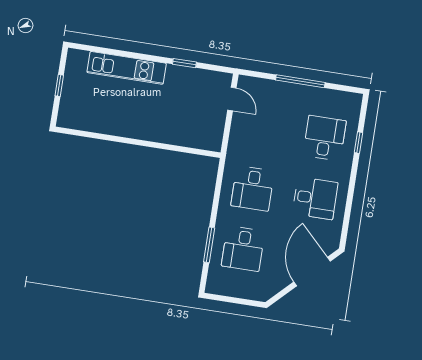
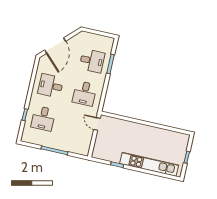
kitchen unit: (127, 68) -> (149, 164), width x1.36
door: (232, 99) -> (97, 124), moved
desk: (253, 188) -> (85, 93), turned 180
desk: (243, 249) -> (92, 61), turned 90

